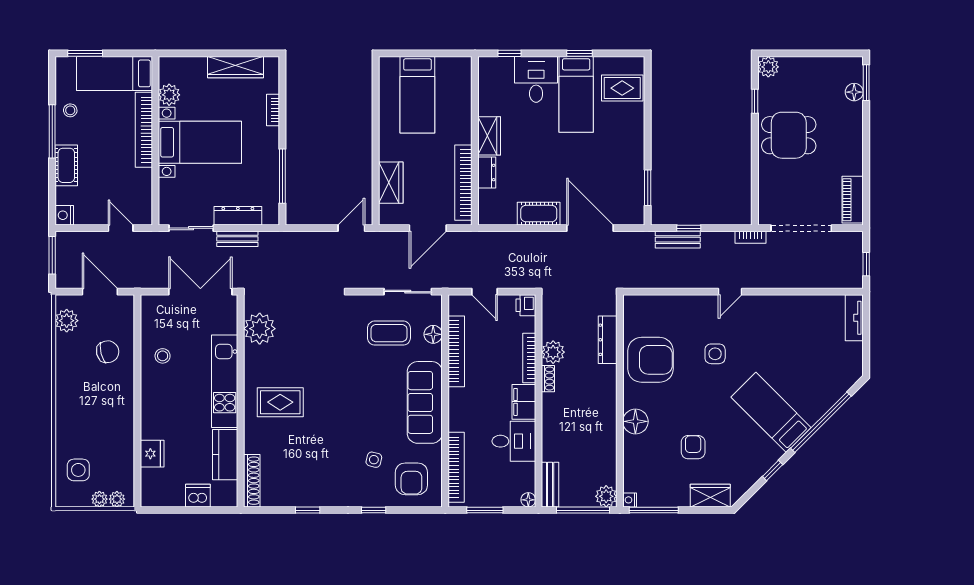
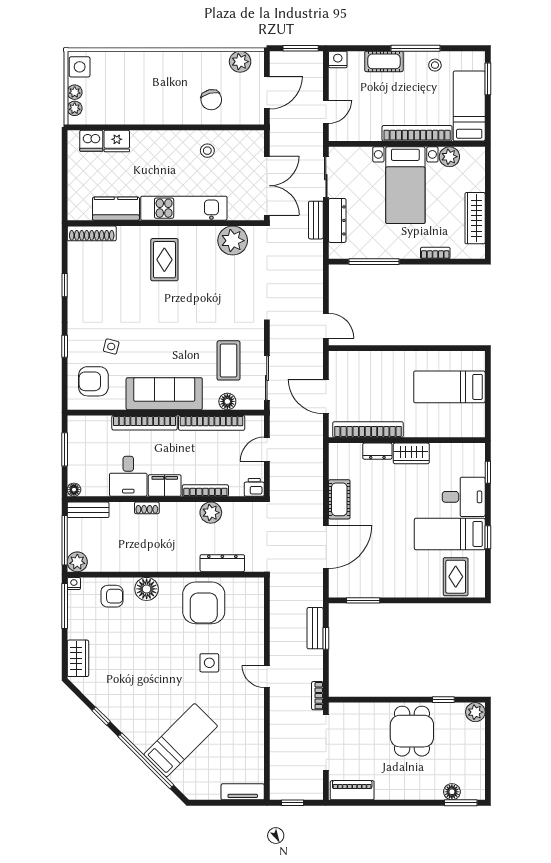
wardrobe: (391, 183) -> (368, 362), removed
shoe rack: (548, 379) -> (147, 508), moved
bed: (771, 412) -> (181, 740), moved
armchair: (693, 447) -> (112, 596), moved
bookcase: (456, 467) -> (145, 423), moved
side table: (78, 470) -> (80, 67), moved
dishwasher: (198, 496) -> (91, 141), moved, turned 90

